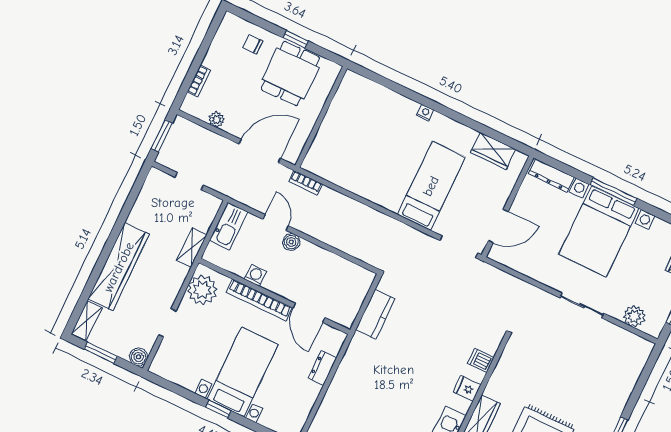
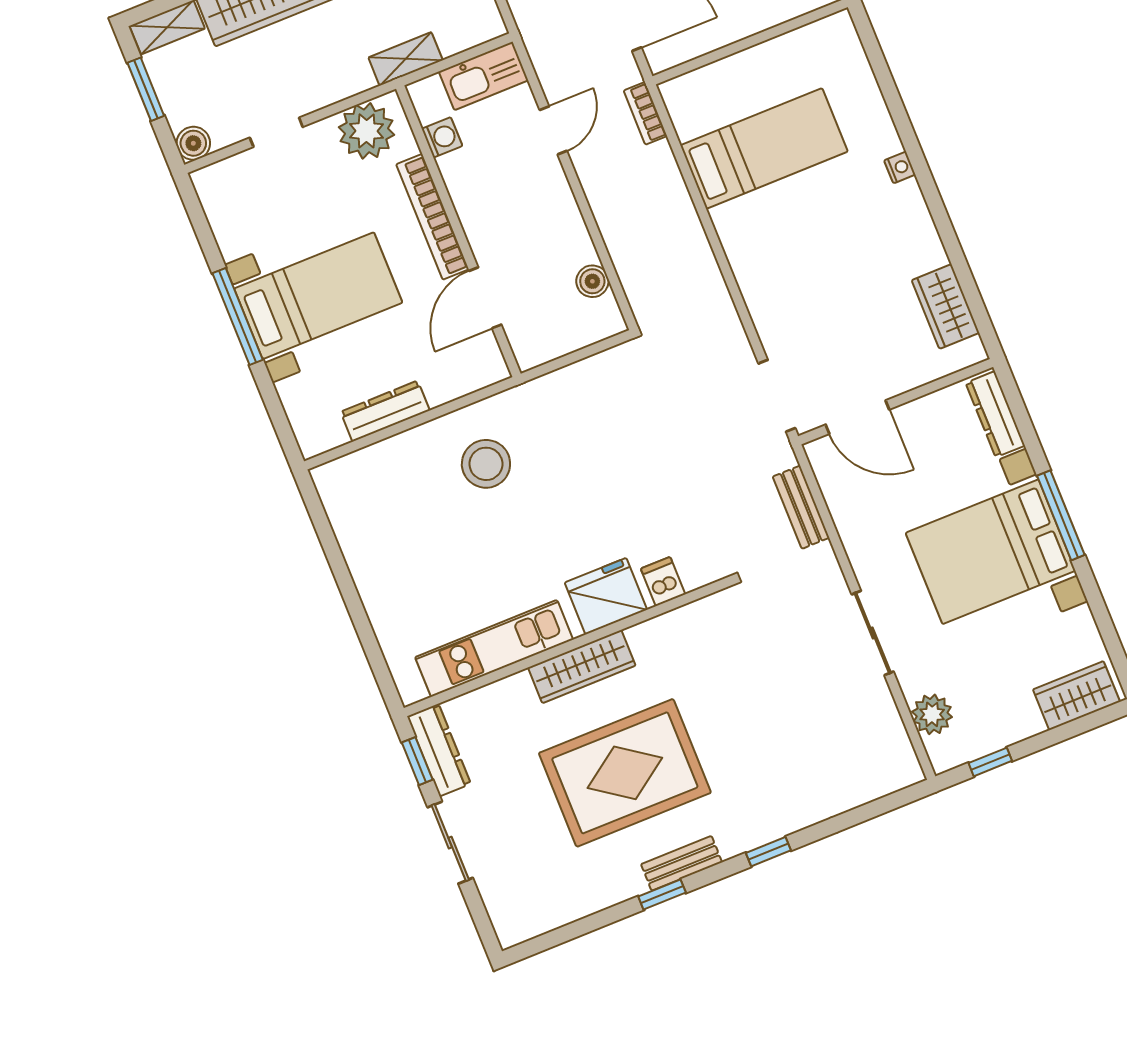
bed: (431, 186) -> (764, 148), moved
boiler: (291, 242) -> (592, 281), moved
washing machine: (255, 275) -> (442, 137), moved
bench: (508, 282) -> (801, 507), added
kitchen counter: (375, 314) -> (576, 384), removed
dresser: (322, 368) -> (385, 411), moved, width x1.44
stool: (369, 378) -> (486, 464), added
fridge: (467, 388) -> (606, 596), width x1.88, depth x1.34
window: (218, 409) -> (238, 316), width x2.17

